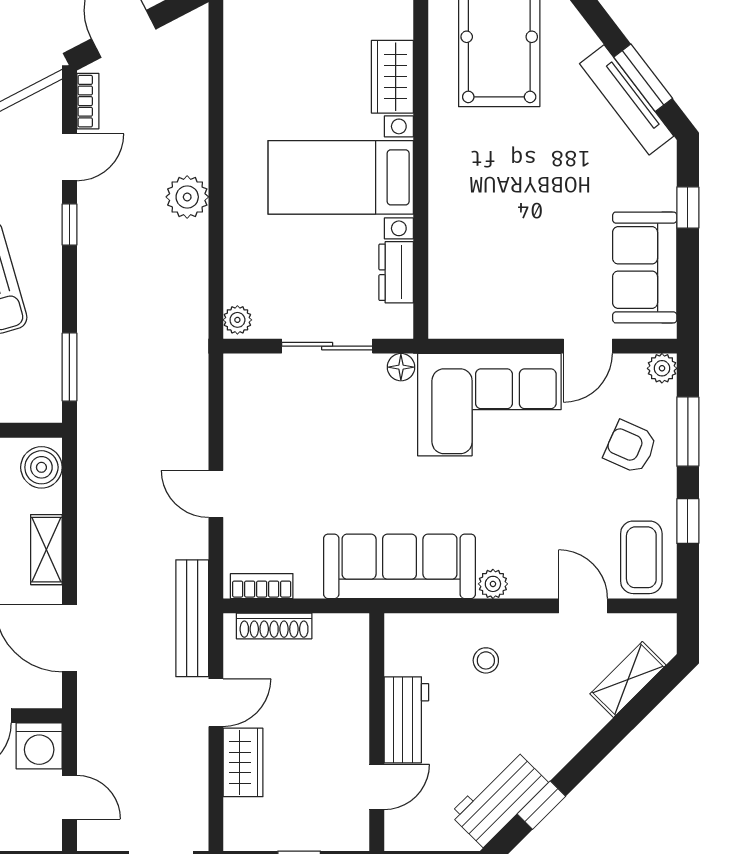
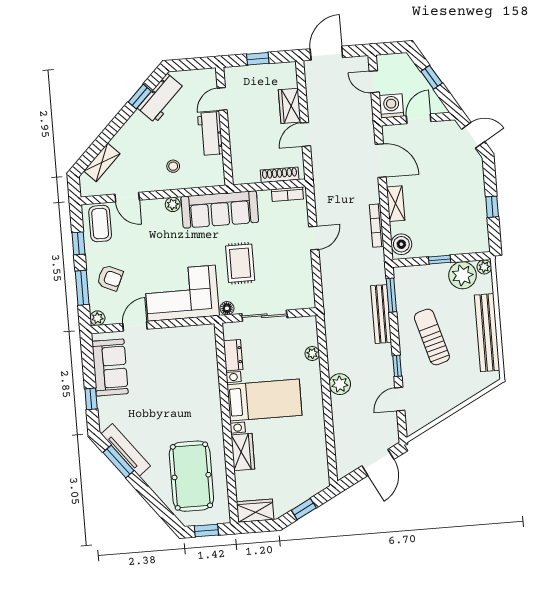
bookcase: (88, 101) -> (377, 226), moved, width x1.56
plant: (237, 320) -> (312, 353), moved
rug: (367, 455) -> (240, 263), added
door: (216, 494) -> (314, 238), hinge flipped
bench: (192, 618) -> (381, 314), moved

